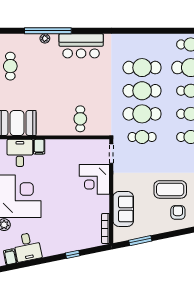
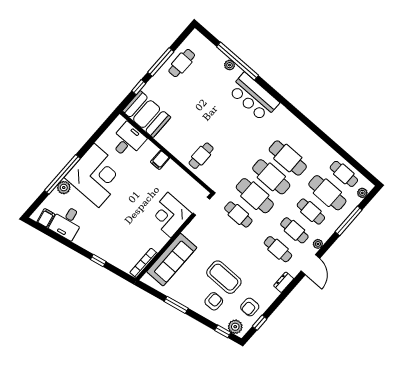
filing cabinet: (39, 147) -> (160, 160), moved
sofa: (123, 209) -> (172, 260), width x1.36
window: (140, 241) -> (176, 305), moved

